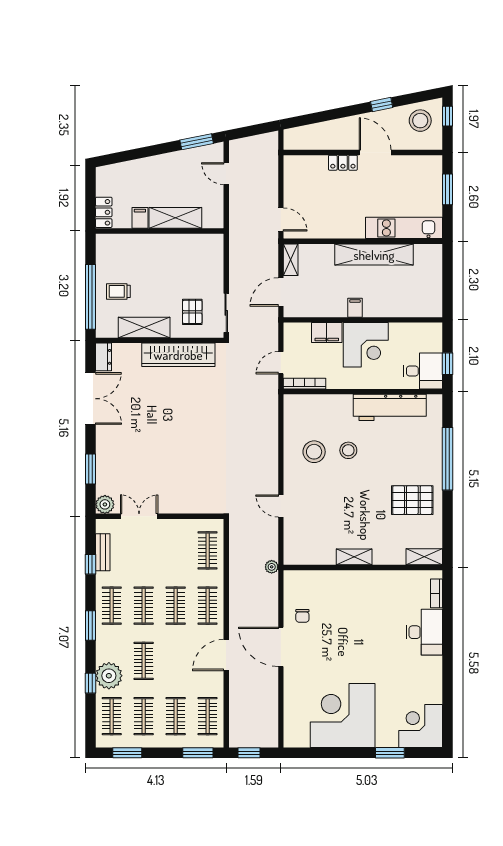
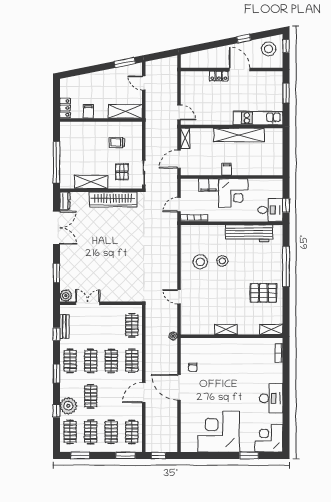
shelving: (175, 218) -> (125, 112), moved
trolley: (118, 291) -> (117, 142), moved
desk: (424, 632) -> (271, 398), moved

